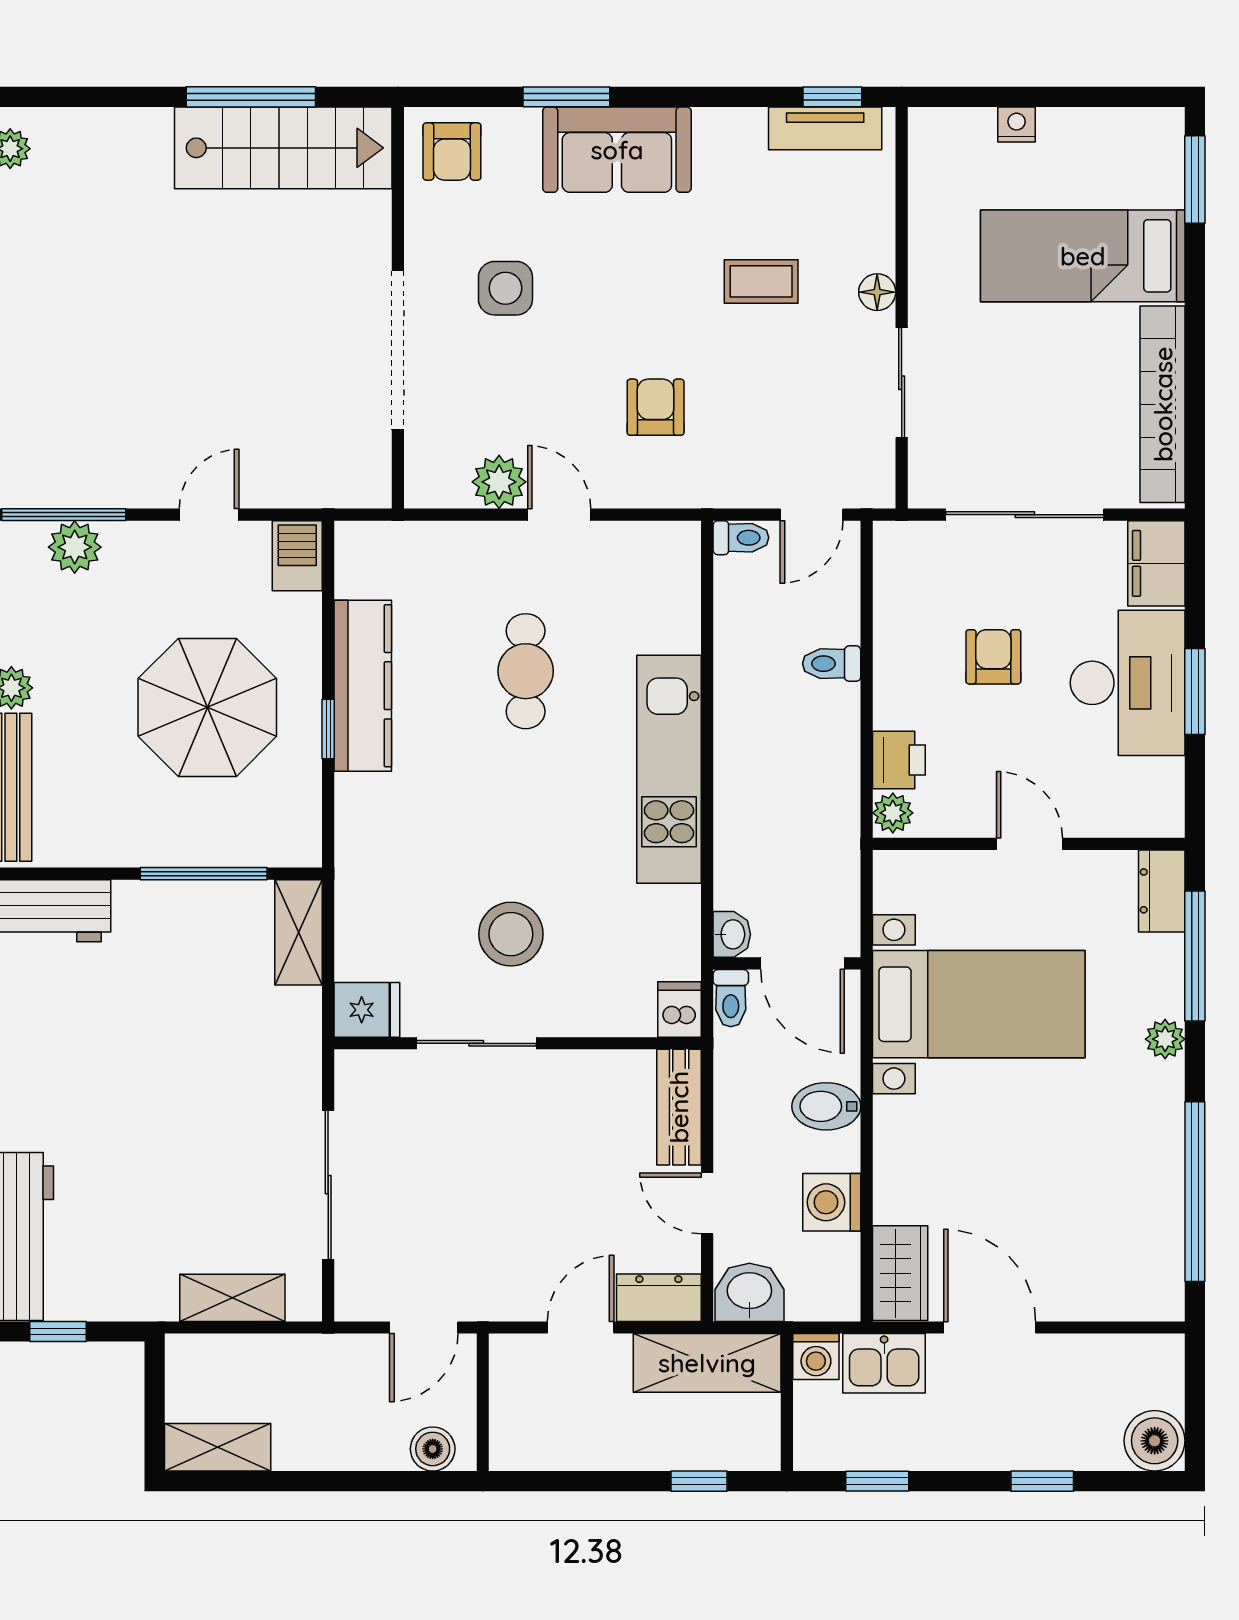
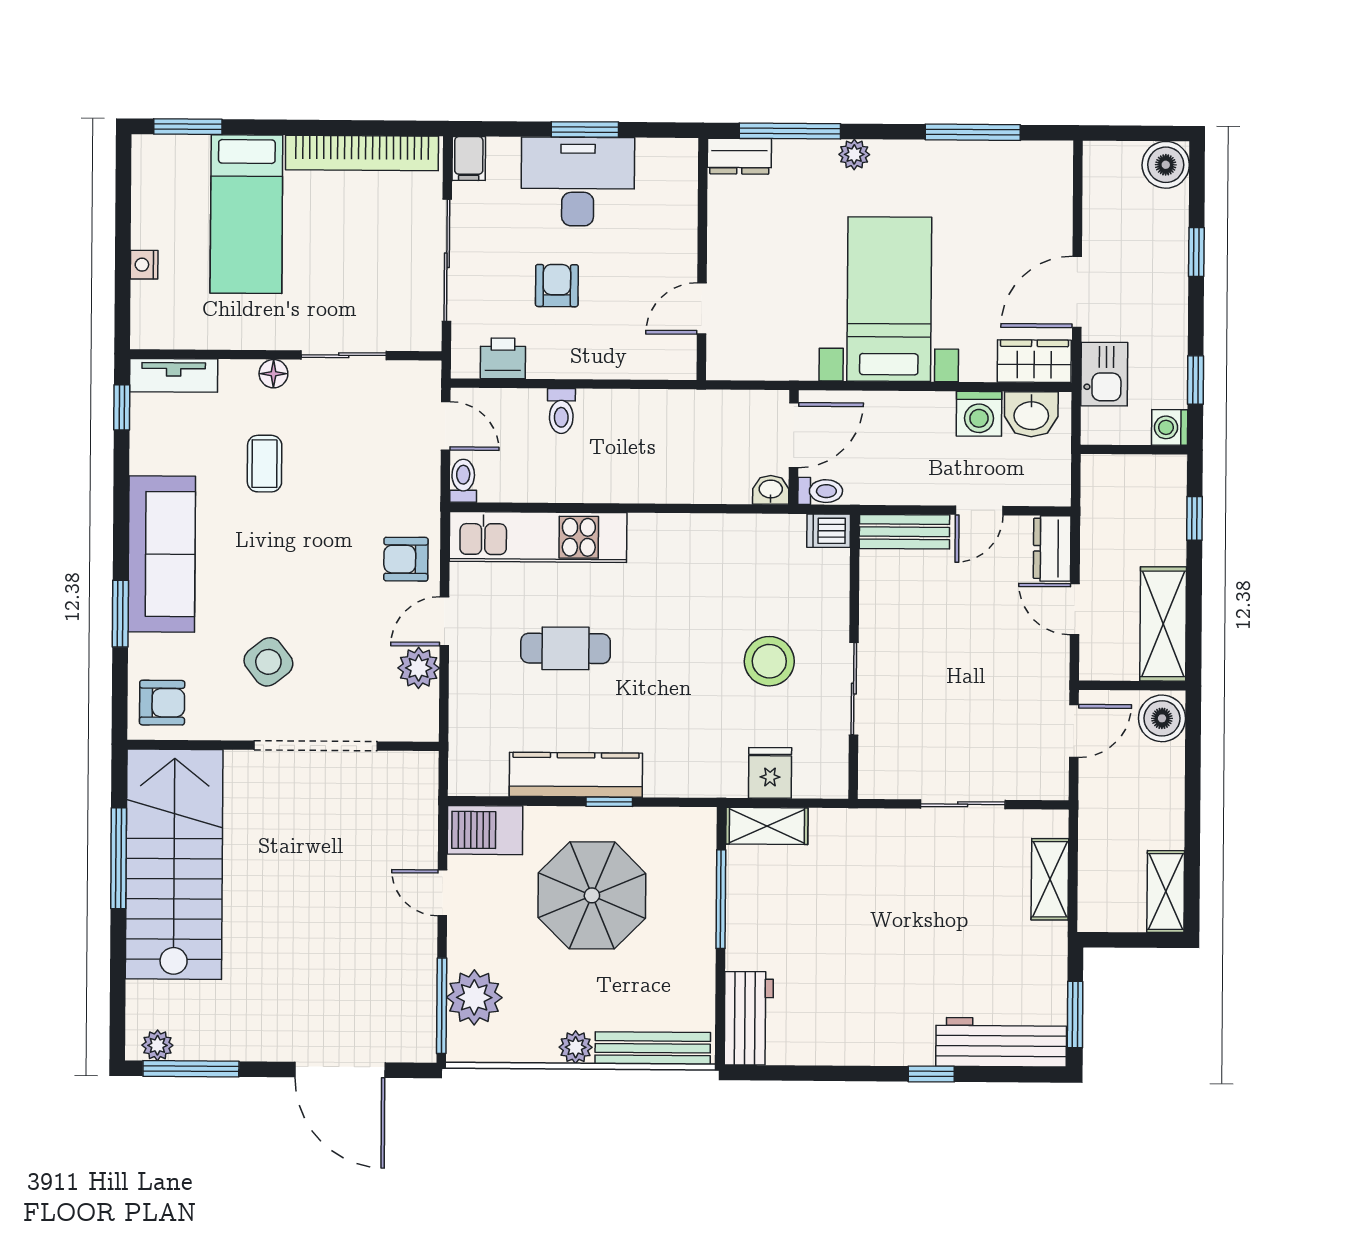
tv unit: (825, 128) -> (174, 375), moved, turned 90
stairs: (283, 148) -> (174, 864), width x1.36, depth x1.51
sofa: (617, 150) -> (162, 554), width x1.36
side table: (505, 288) -> (268, 662), turned -38
armchair: (656, 407) -> (406, 559), moved
plant: (75, 547) -> (474, 997), width x1.36, depth x1.36
barbecue: (297, 556) -> (485, 830), width x1.38, depth x1.27
filing cabinet: (1156, 563) -> (469, 158), width x0.50
armchair: (993, 657) -> (557, 286), turned 90
printer: (899, 760) -> (503, 358), moved
kitchen unit: (669, 769) -> (538, 537), moved
plant: (893, 813) -> (677, 364), removed
door: (1029, 844) -> (702, 309), moved
bed with nightstands: (979, 1004) -> (889, 299), moved
fridge: (367, 1010) -> (770, 773), moved
bidet: (826, 1106) -> (905, 418), removed
sliding door: (328, 1185) -> (963, 804), width x0.73
window: (1195, 1192) -> (973, 132), width x0.68
washbasin: (749, 1292) -> (1031, 414), moved, turned -90
door: (424, 1327) -> (1074, 731), hinge flipped
window: (58, 1331) -> (1075, 1015), width x1.50
washing machine: (816, 1357) -> (1170, 427), moved, turned 180
shelving: (707, 1363) -> (1163, 624), moved
boiler: (433, 1449) -> (1162, 718), width x1.36, depth x1.36

